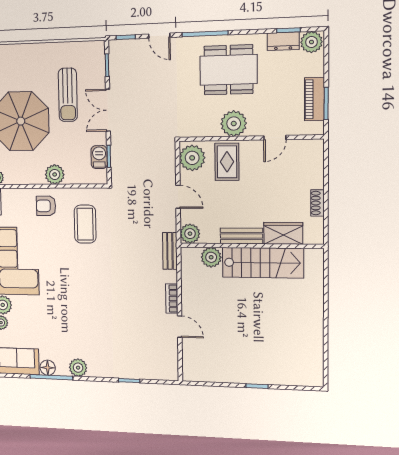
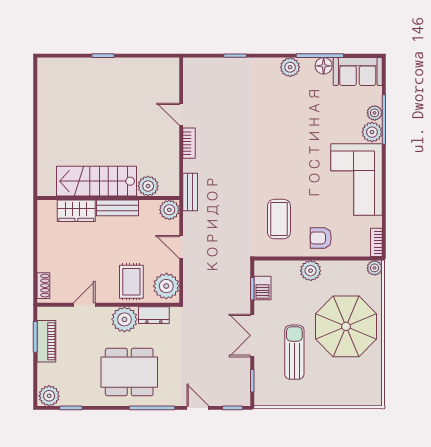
dresser: (283, 41) -> (154, 315), moved, turned 180
double door: (108, 110) -> (252, 335), swing flipped
shoe rack: (317, 203) -> (43, 286), moved
armchair: (46, 206) -> (321, 238), turned 180

